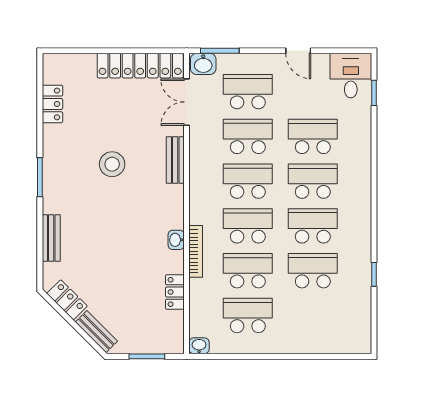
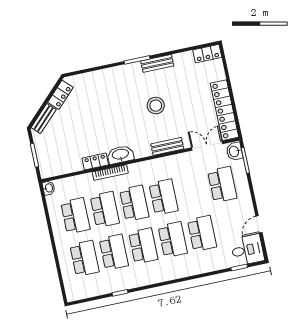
door: (298, 51) -> (259, 224), moved
locker: (52, 104) -> (207, 54), moved
school desk: (248, 136) -> (84, 258), moved
bench: (51, 238) -> (157, 63), moved
washbasin: (176, 240) -> (120, 155), width x1.91, depth x1.45
locker: (175, 292) -> (95, 161), moved

